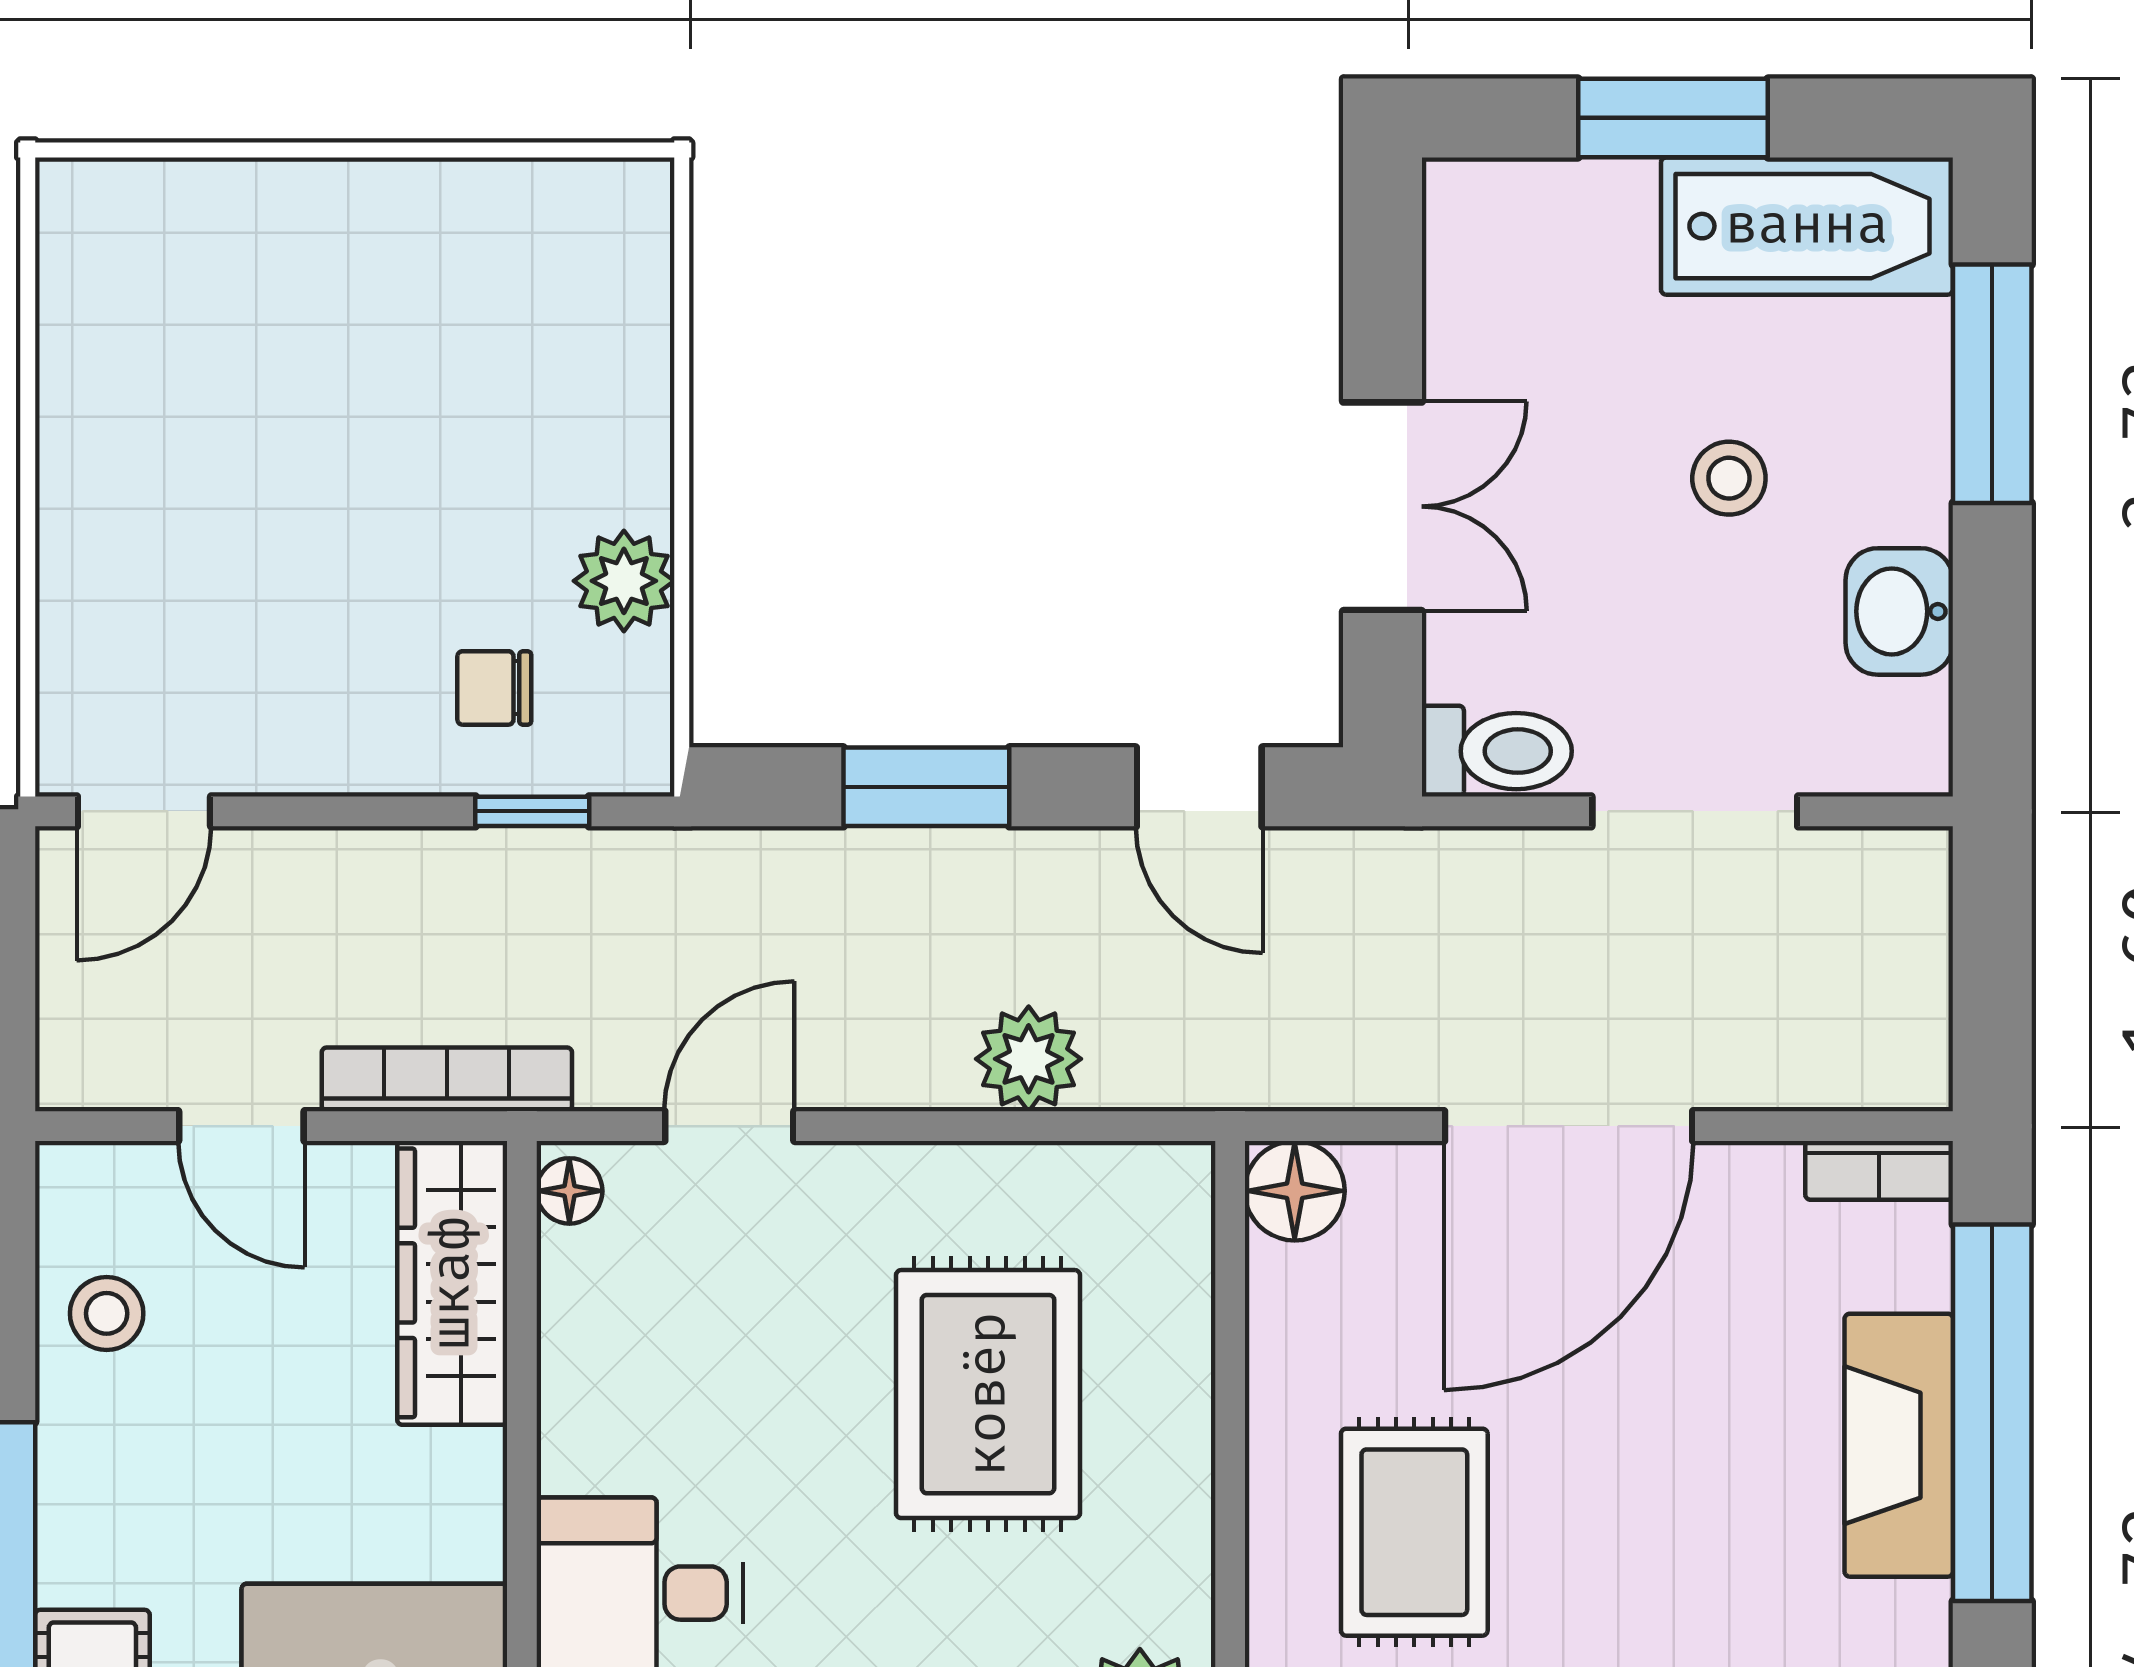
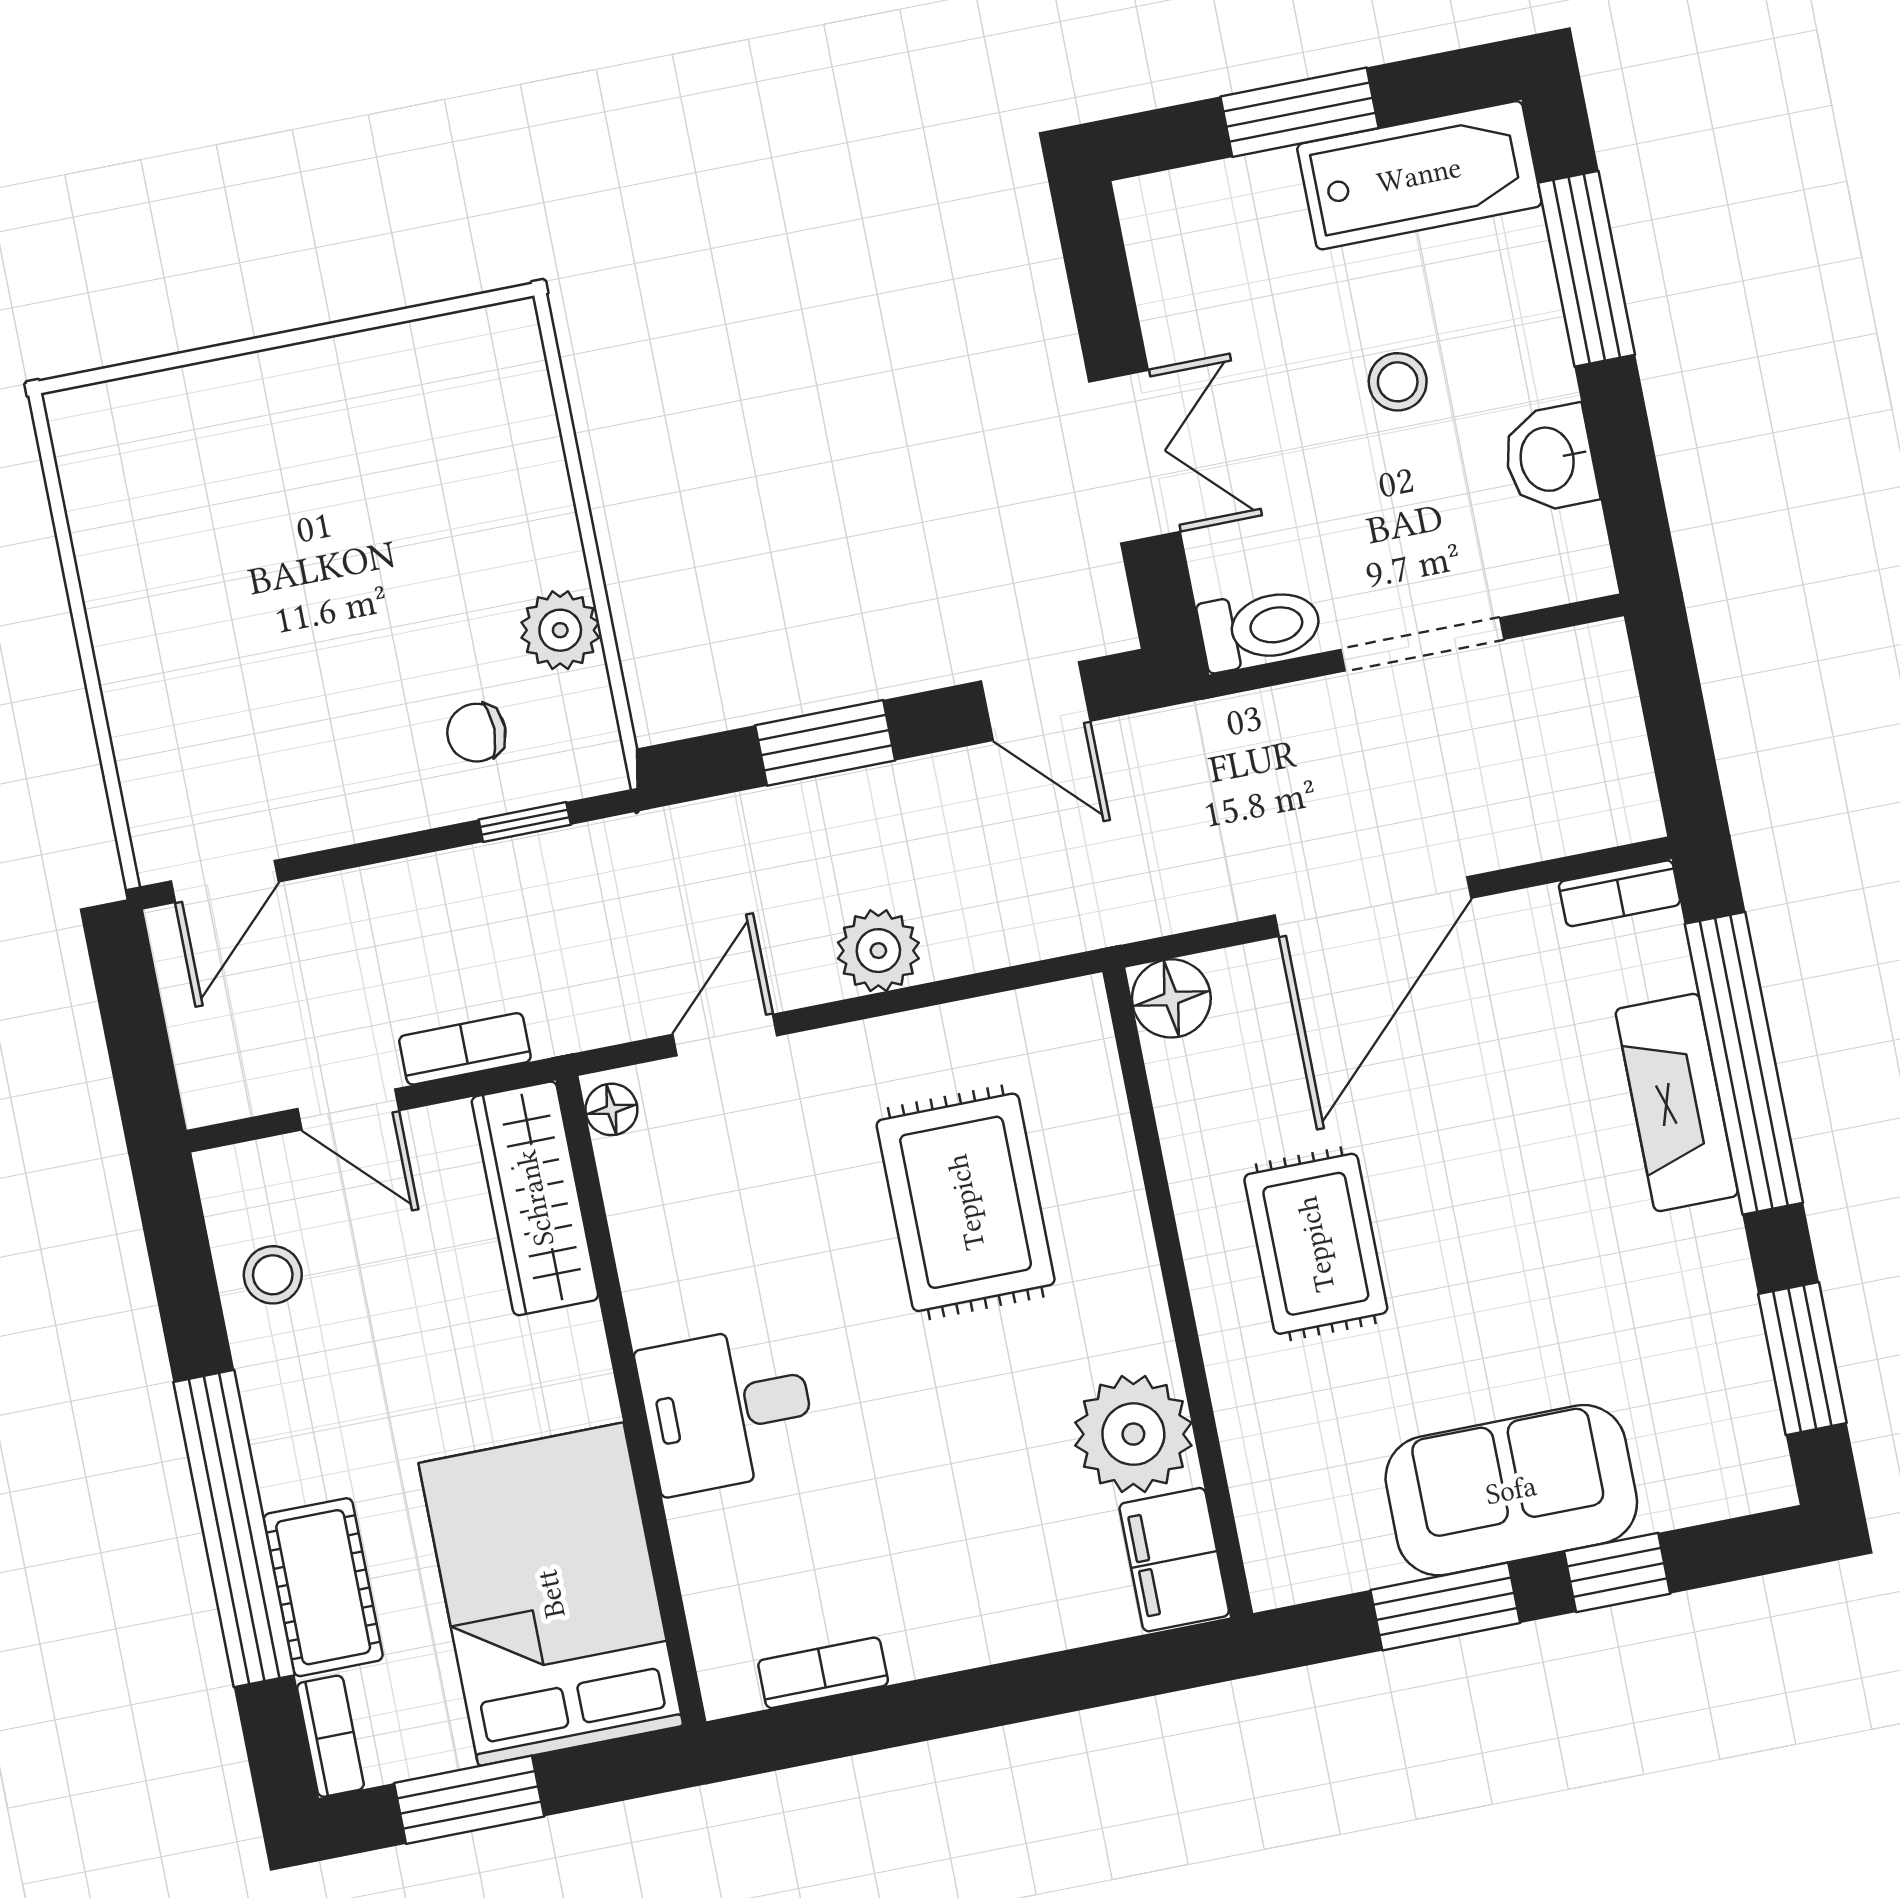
plant: (1029, 1059) -> (878, 951), moved
bookcase: (447, 1079) -> (465, 1049), width x0.64

